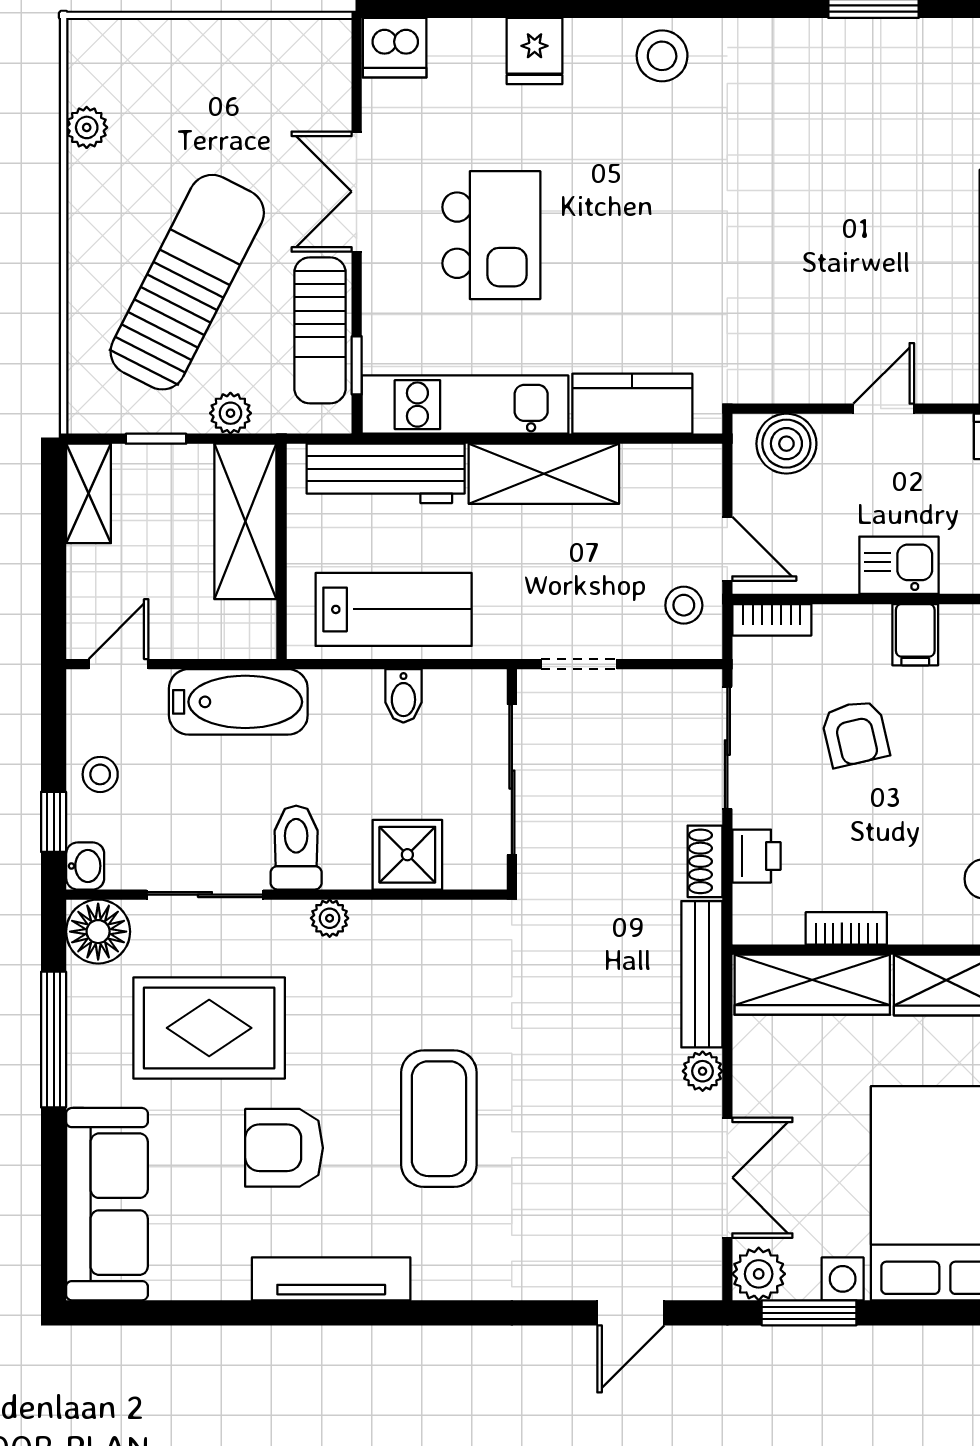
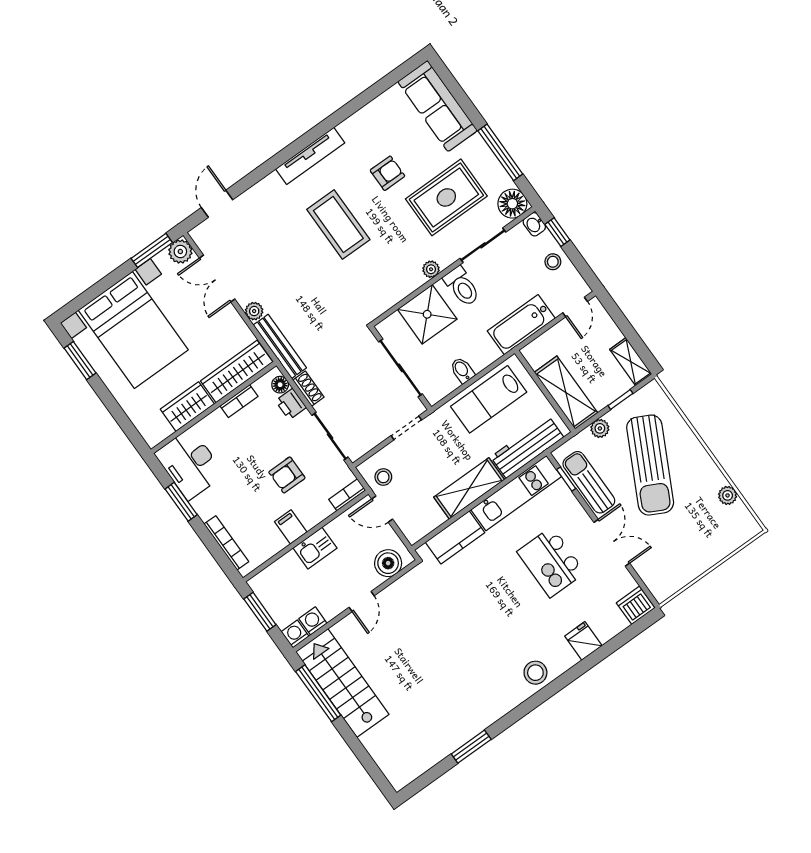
armchair: (855, 733) -> (287, 475), turned -77
shower: (407, 855) -> (427, 314), width x1.36, depth x1.36
floor lamp: (751, 905) -> (280, 385), added
armchair: (284, 1148) -> (387, 173), width x0.72, depth x0.72
tv unit: (331, 1279) -> (310, 156), moved

